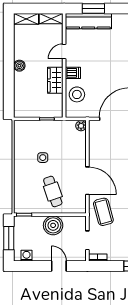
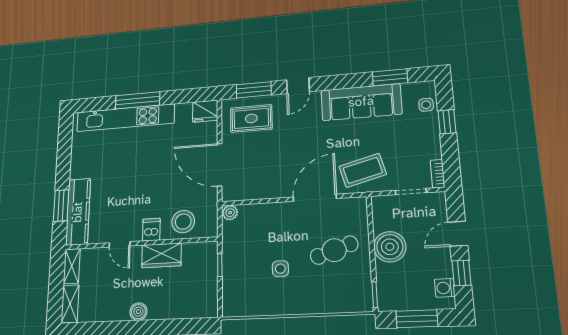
window: (35, 266) -> (461, 273), added

